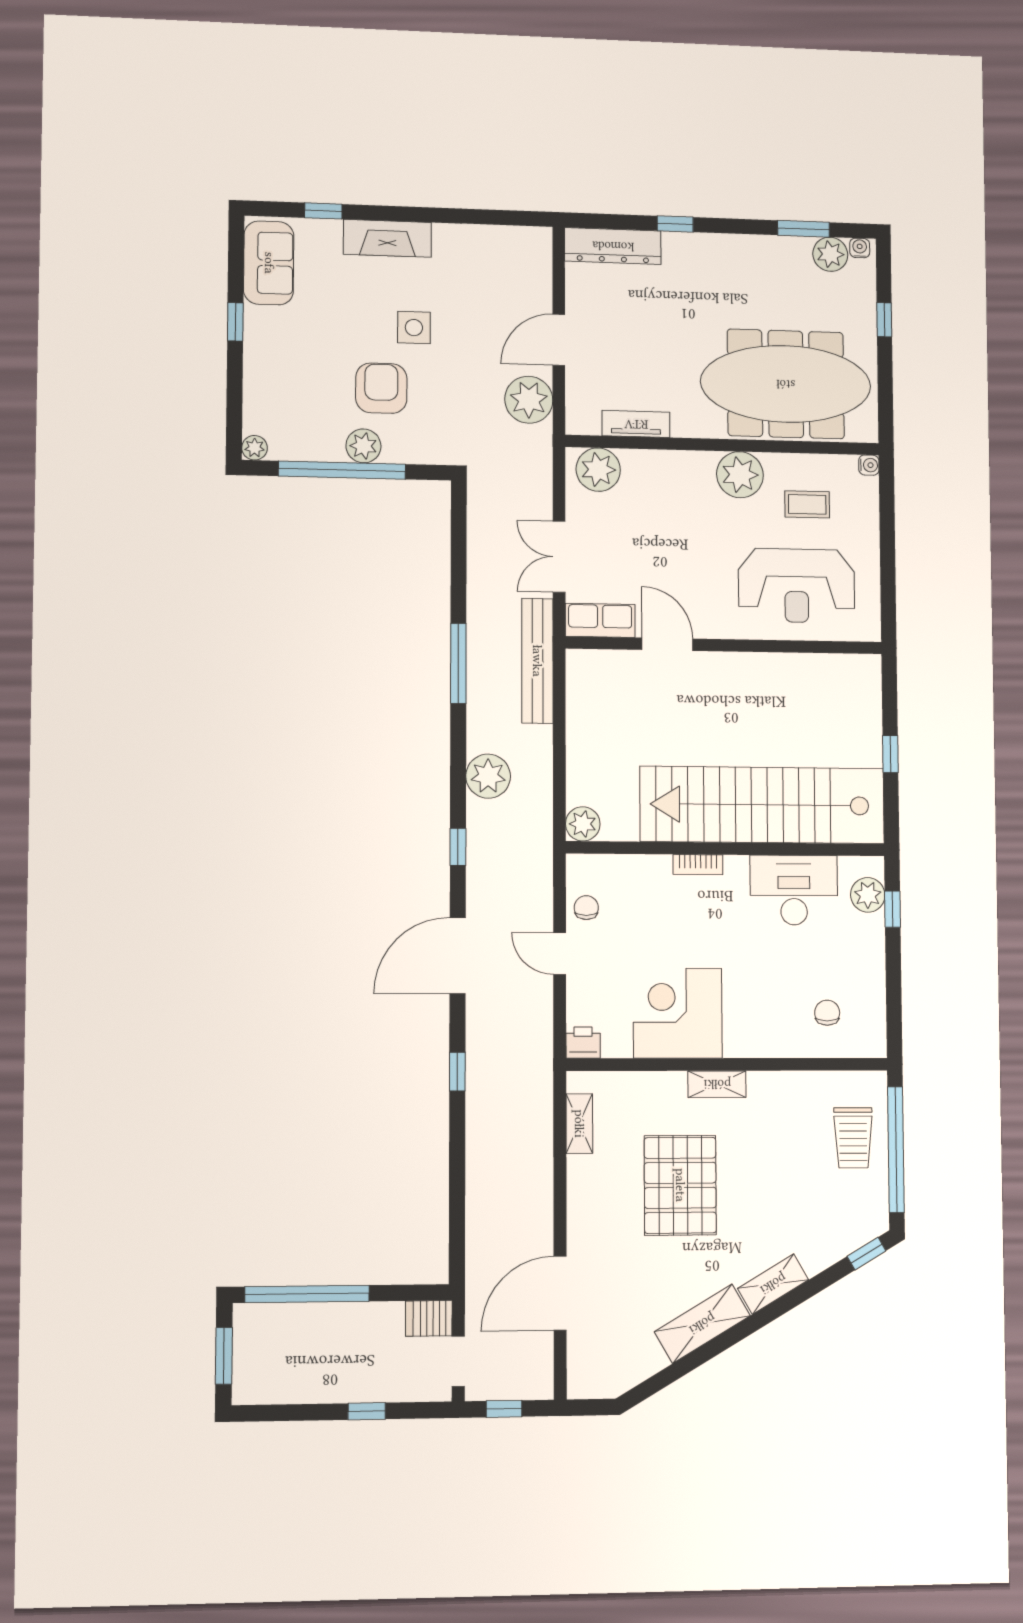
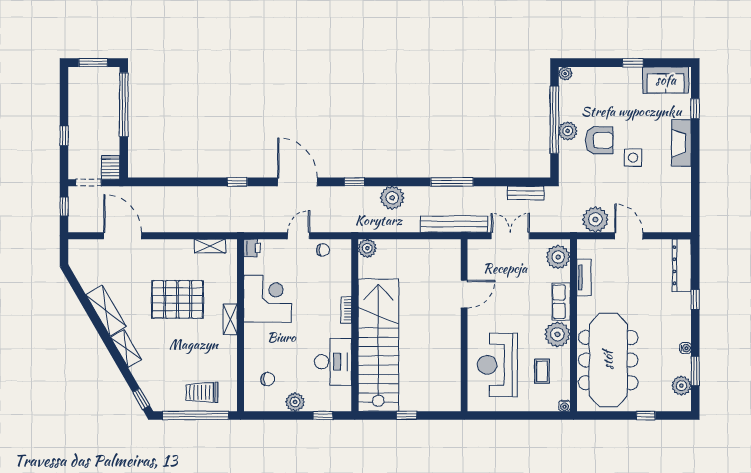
water cooler: (860, 248) -> (686, 348), moved
bench: (479, 527) -> (526, 193), added
row of seats: (600, 620) -> (561, 302), moved, turned 180
plant: (868, 895) -> (295, 402), moved

